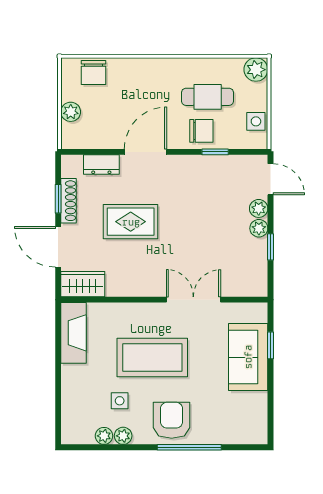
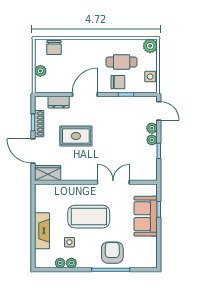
fireplace: (73, 333) -> (42, 231), moved
armchair: (172, 420) -> (112, 253), moved

